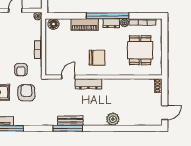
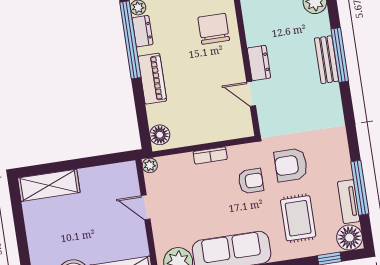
chair: (97, 58) -> (214, 29), moved
dresser: (88, 84) -> (259, 63), width x0.70
bench: (70, 121) -> (327, 60), moved
window: (68, 128) -> (340, 55), moved

